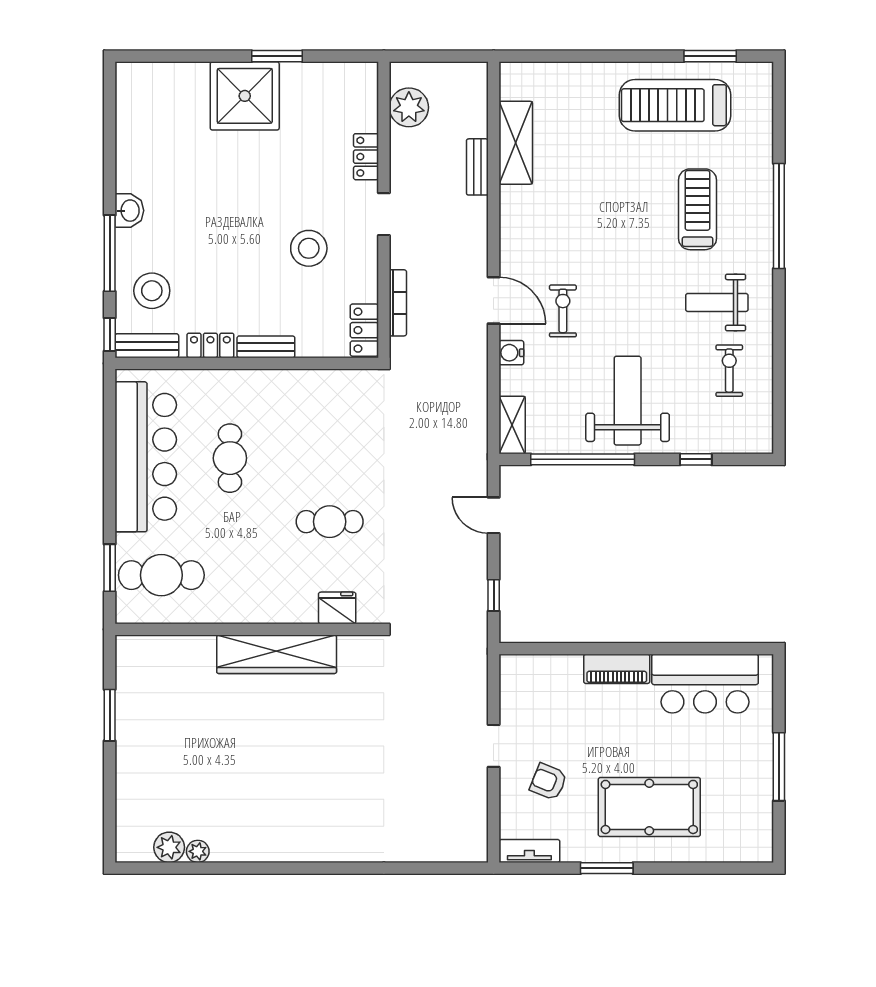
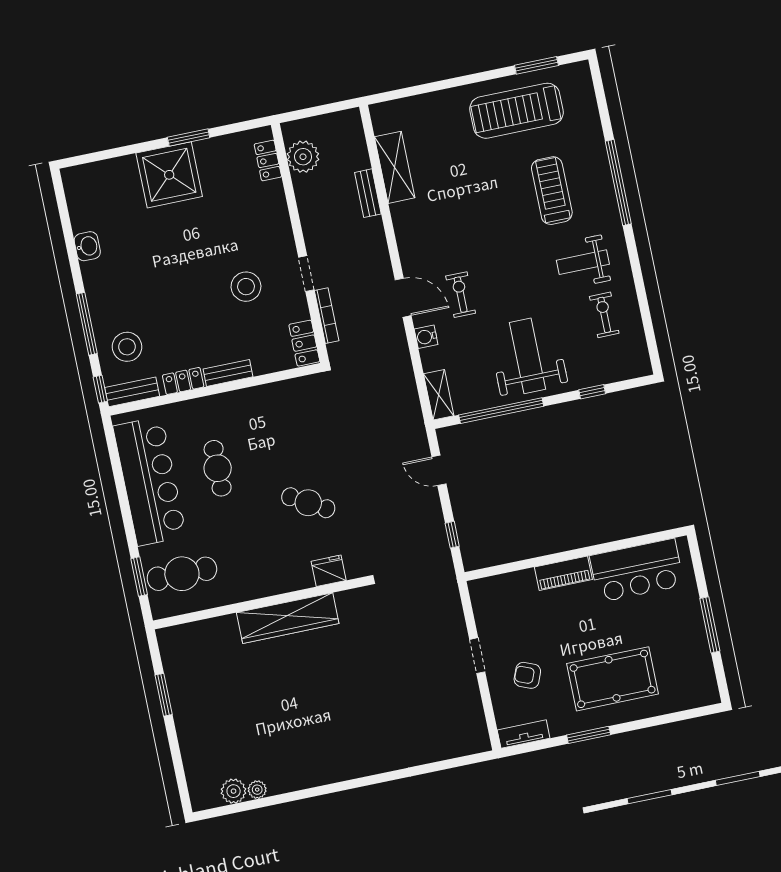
locker: (366, 157) -> (268, 161), moved
washbasin: (129, 211) -> (87, 246), moved
doorway: (384, 214) -> (306, 274), moved
cafe table: (330, 522) -> (308, 503), turned 30

